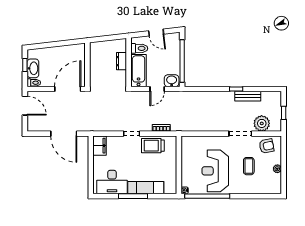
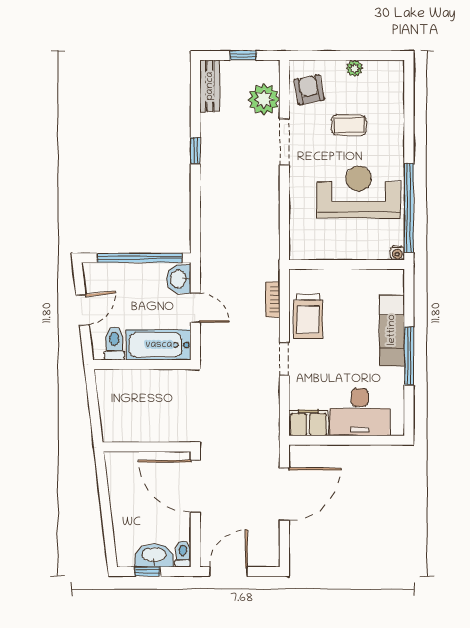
dresser: (122, 61) -> (140, 379), removed
bench: (248, 96) -> (210, 86), moved
reception desk: (215, 171) -> (359, 192), turned 180
desk: (112, 182) -> (360, 412), moved, turned 90

